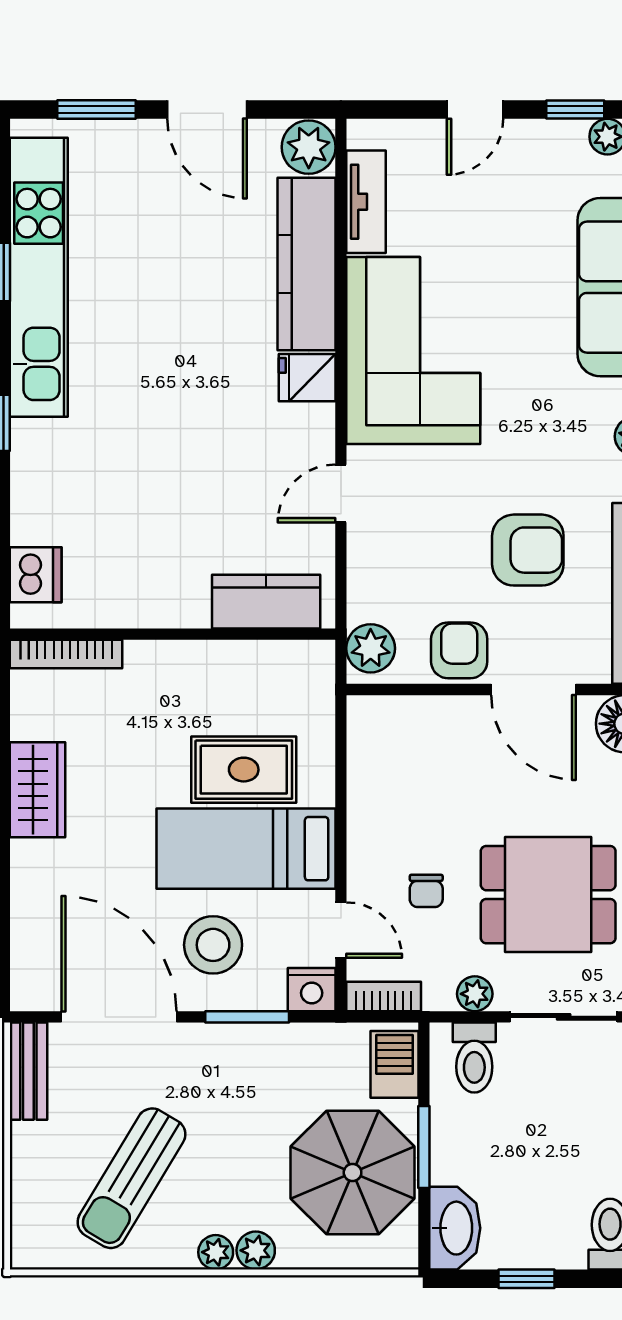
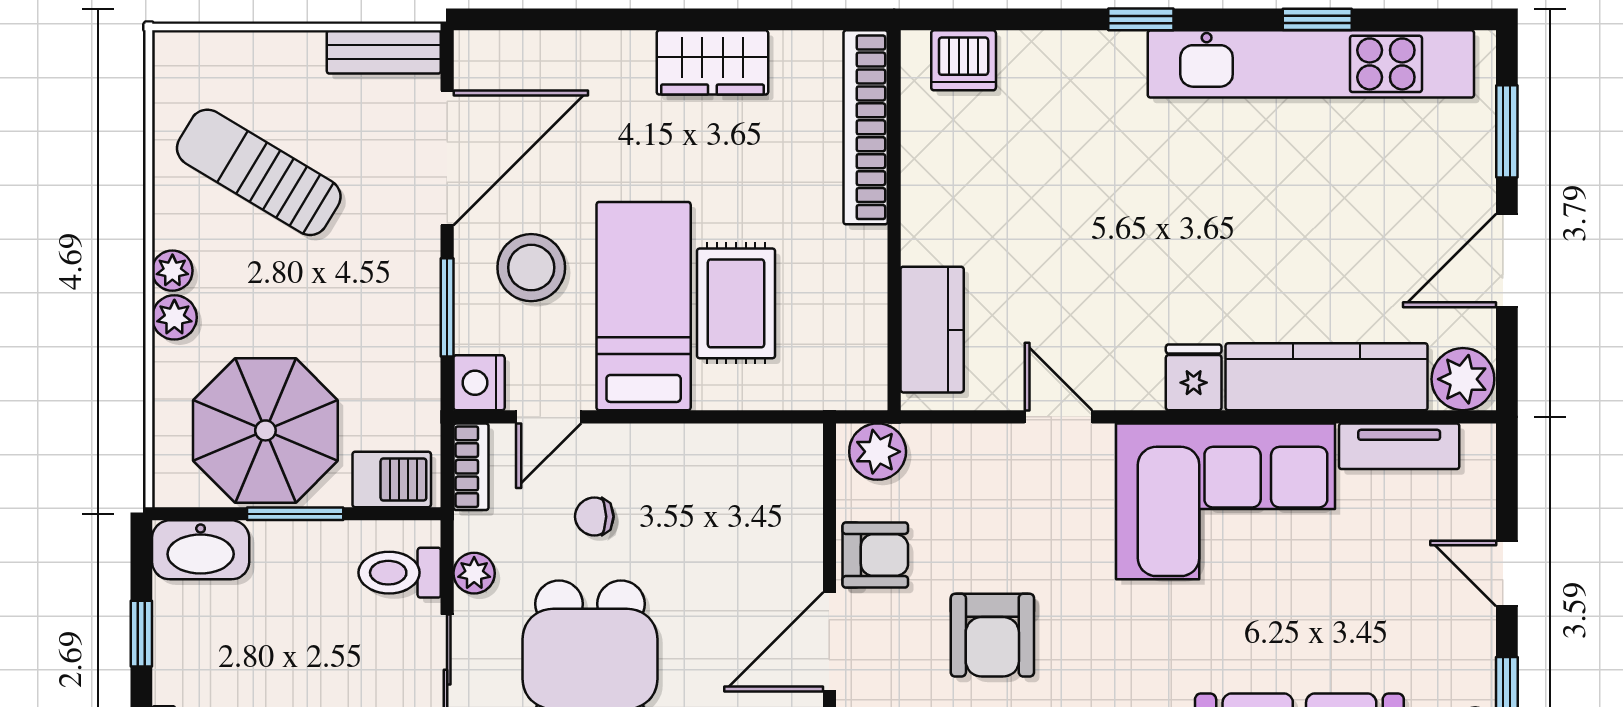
bookcase: (66, 654) -> (866, 127), width x1.48, depth x1.31

